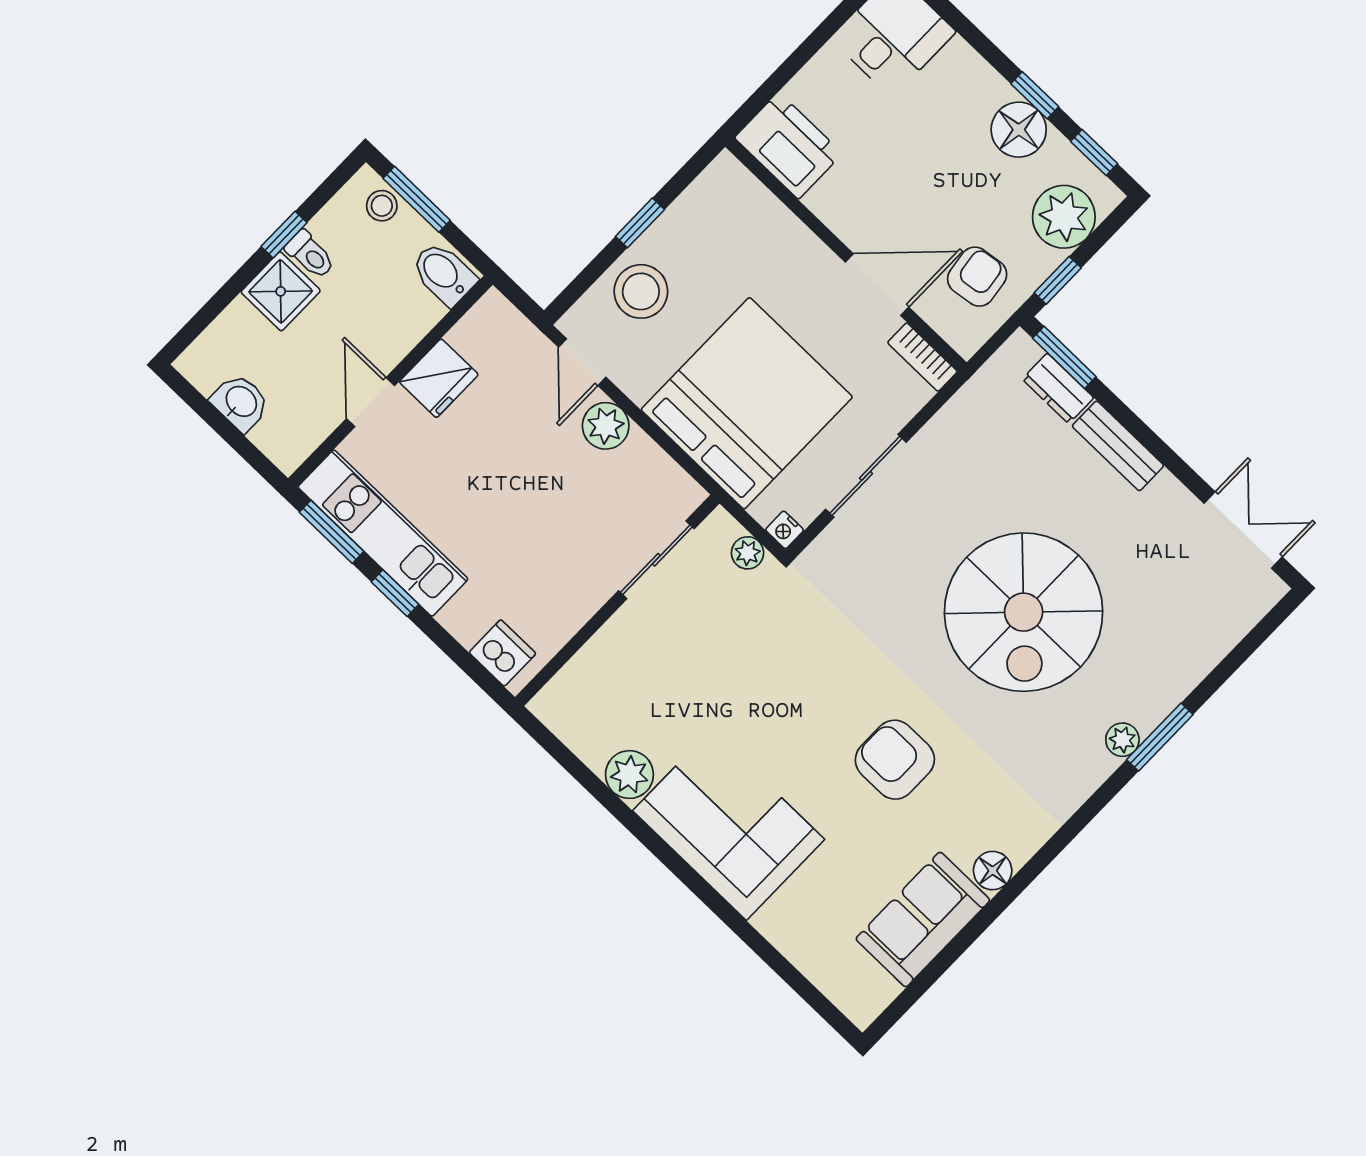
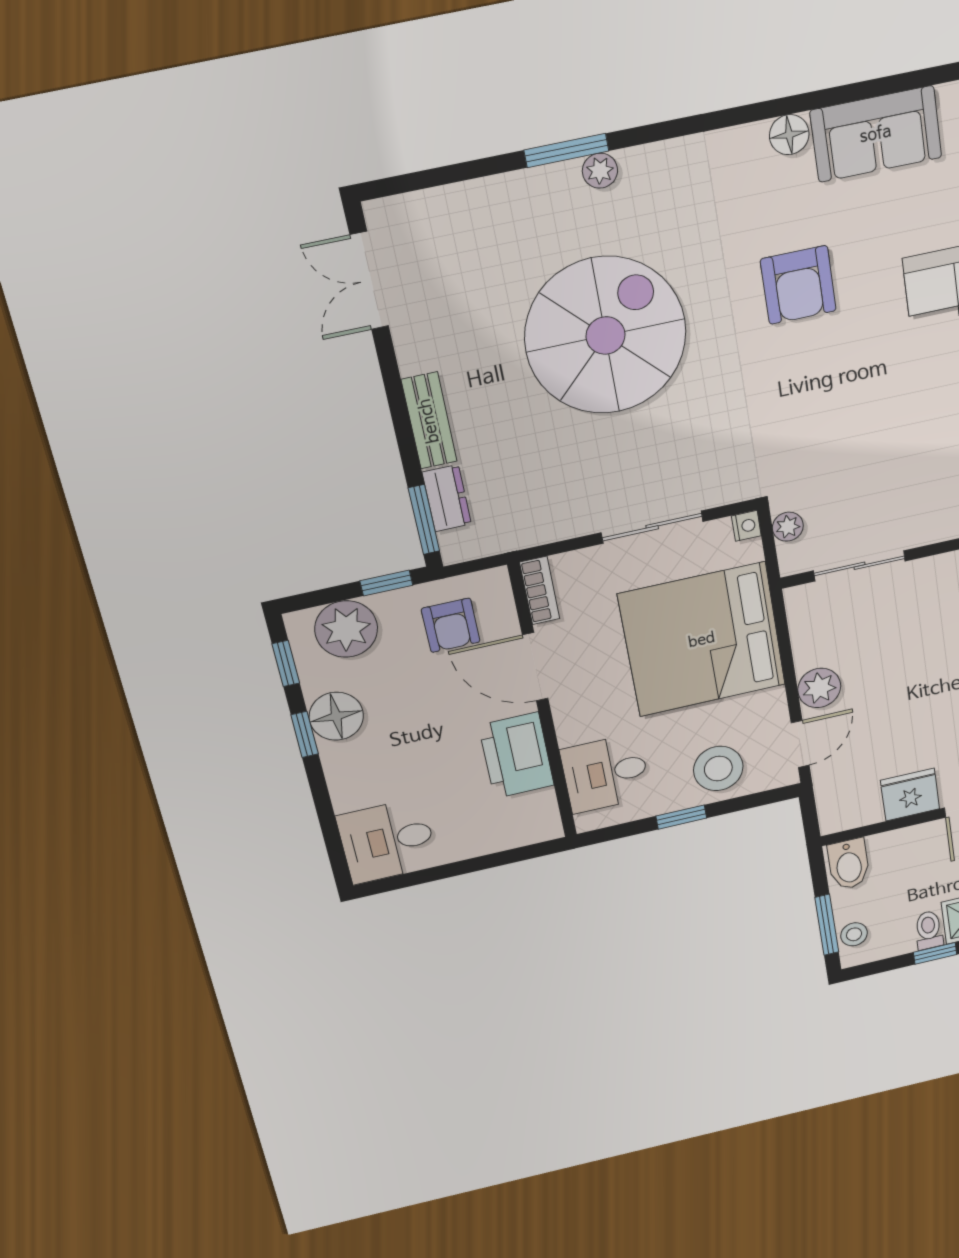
printer: (788, 146) -> (516, 755), moved
desk: (742, 223) -> (606, 773), added
armchair: (977, 277) -> (451, 625), turned -82

